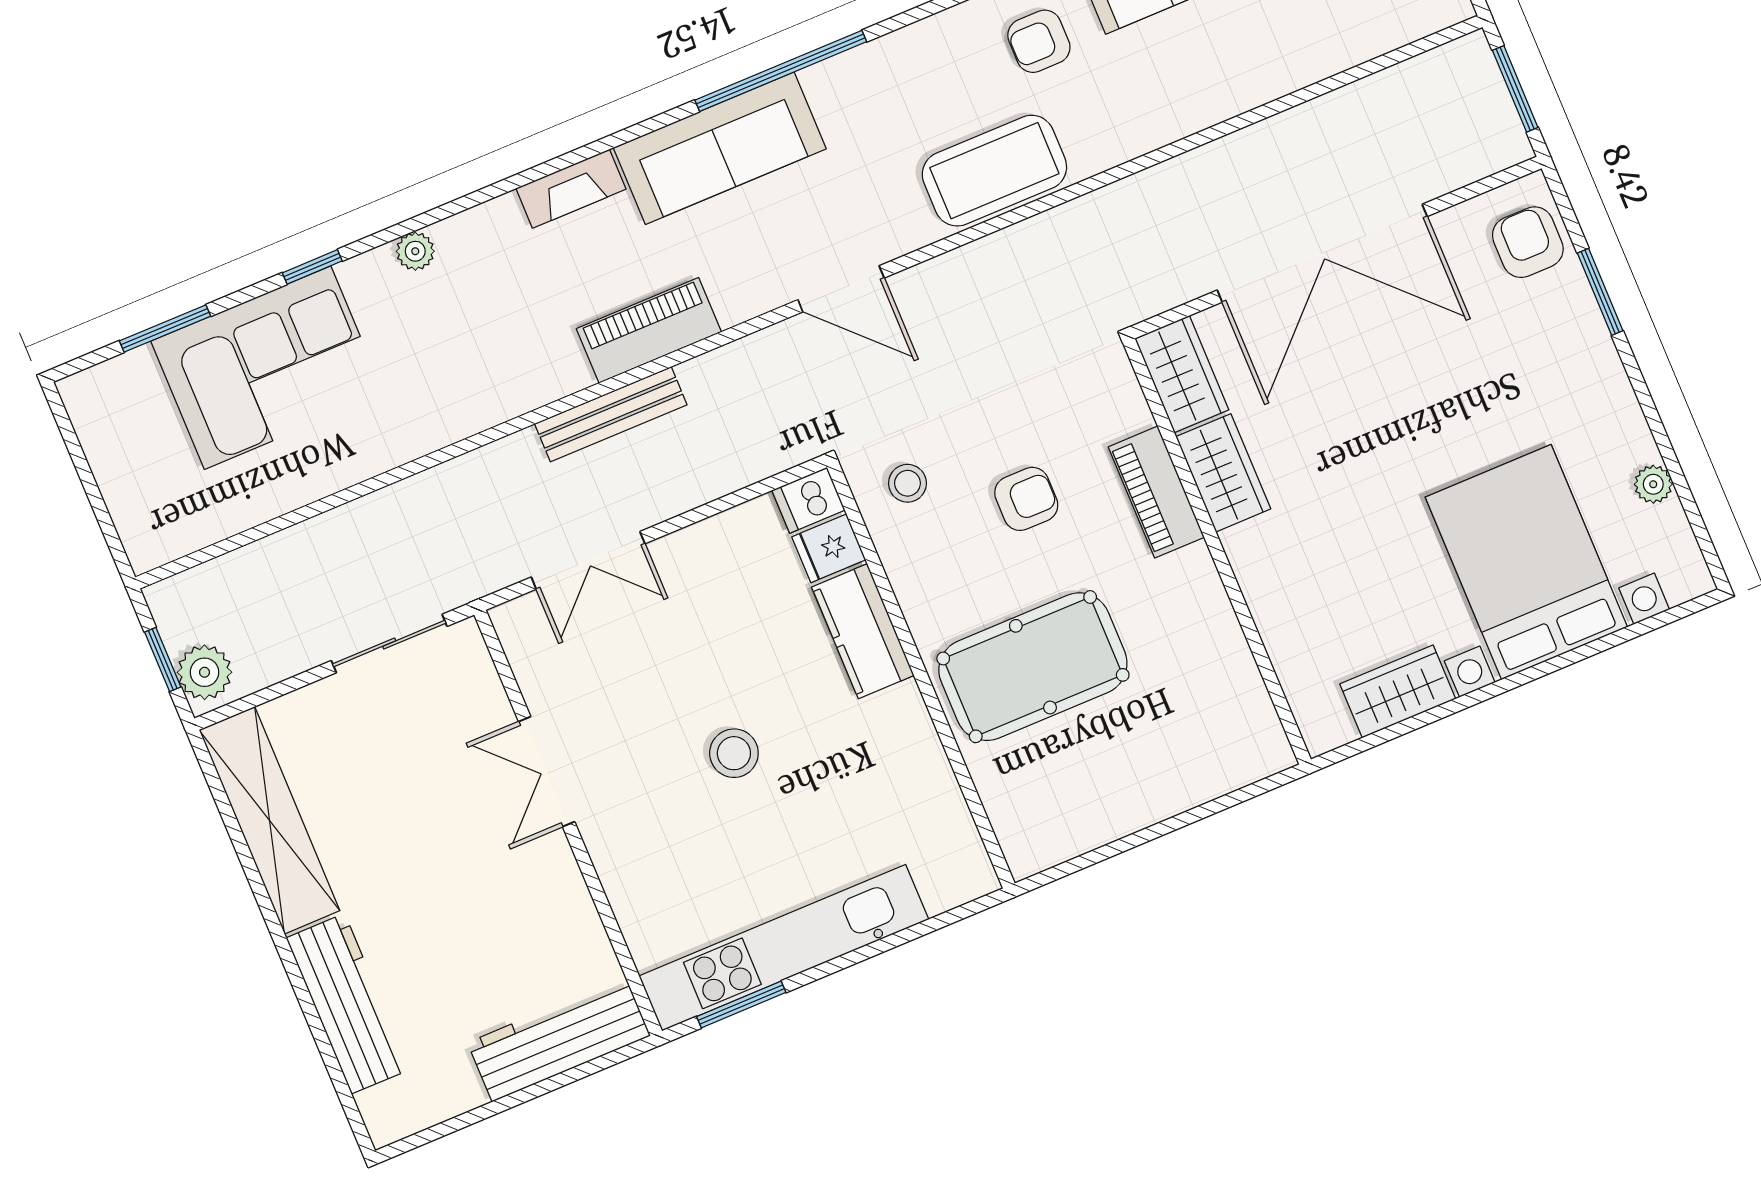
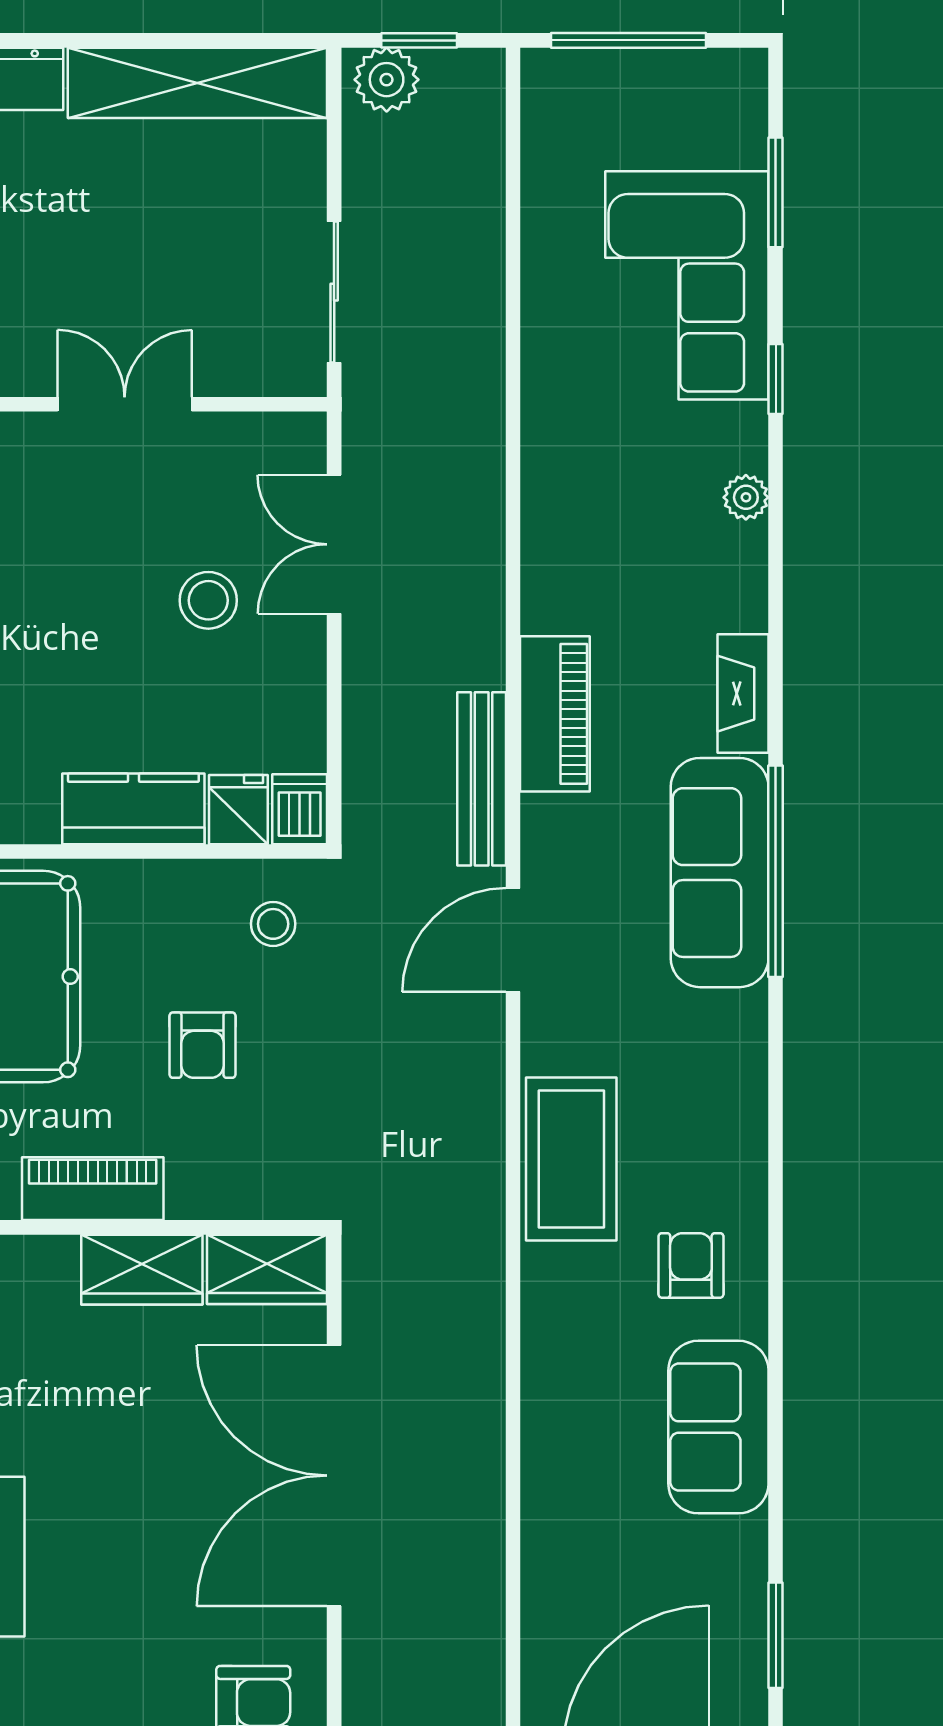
window: (781, 71) -> (776, 871), moved
bench: (611, 414) -> (482, 779), moved
piano: (1156, 492) -> (93, 1189), moved
window: (94, 494) -> (628, 40), added
stool: (734, 753) -> (208, 600), moved

